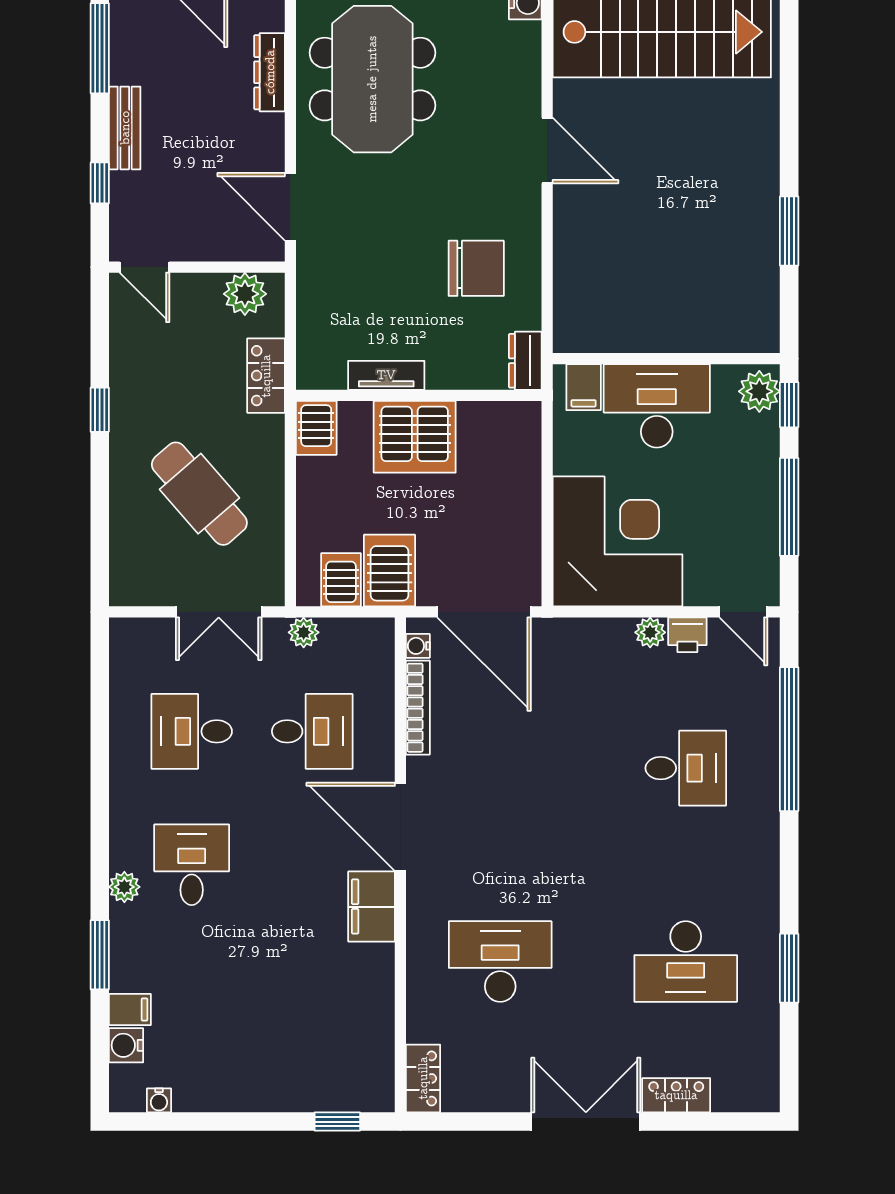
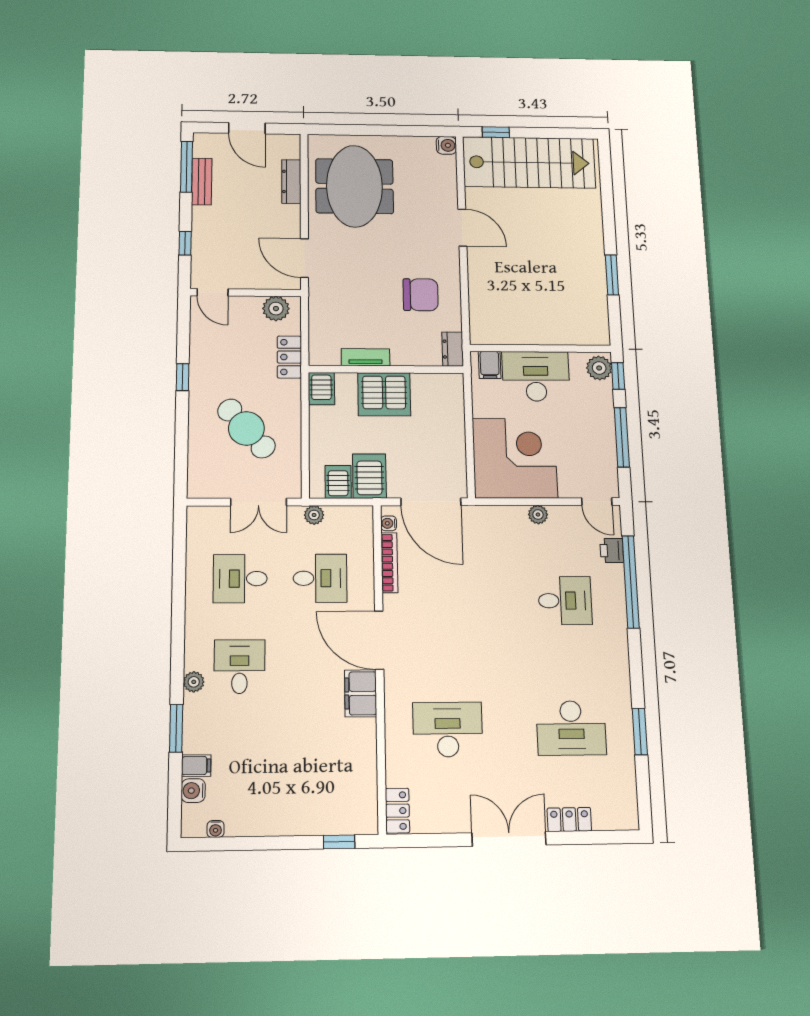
bench: (125, 128) -> (202, 182), moved
printer: (687, 635) -> (612, 551), moved, turned 90

